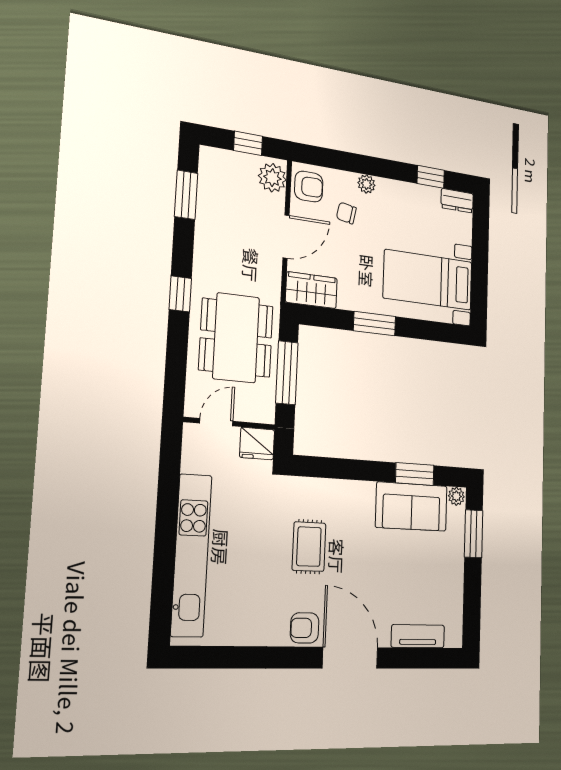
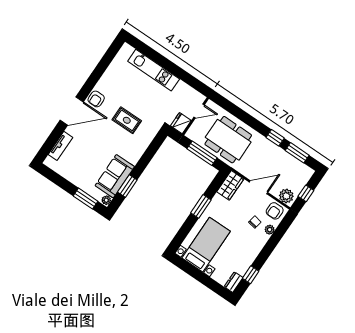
plant: (366, 184) -> (270, 230), moved
door: (286, 237) -> (259, 187), swing flipped
window: (180, 294) -> (275, 138), moved
door: (216, 422) -> (199, 111), hinge flipped
kitchen unit: (191, 555) -> (154, 70), width x0.73
armchair: (305, 628) -> (96, 99), turned 180

